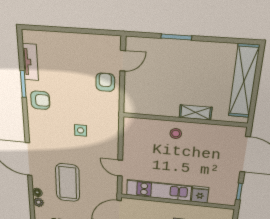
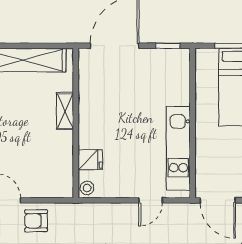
stool: (176, 134) -> (87, 188), moved
fridge: (200, 195) -> (90, 160), moved, turned 180

